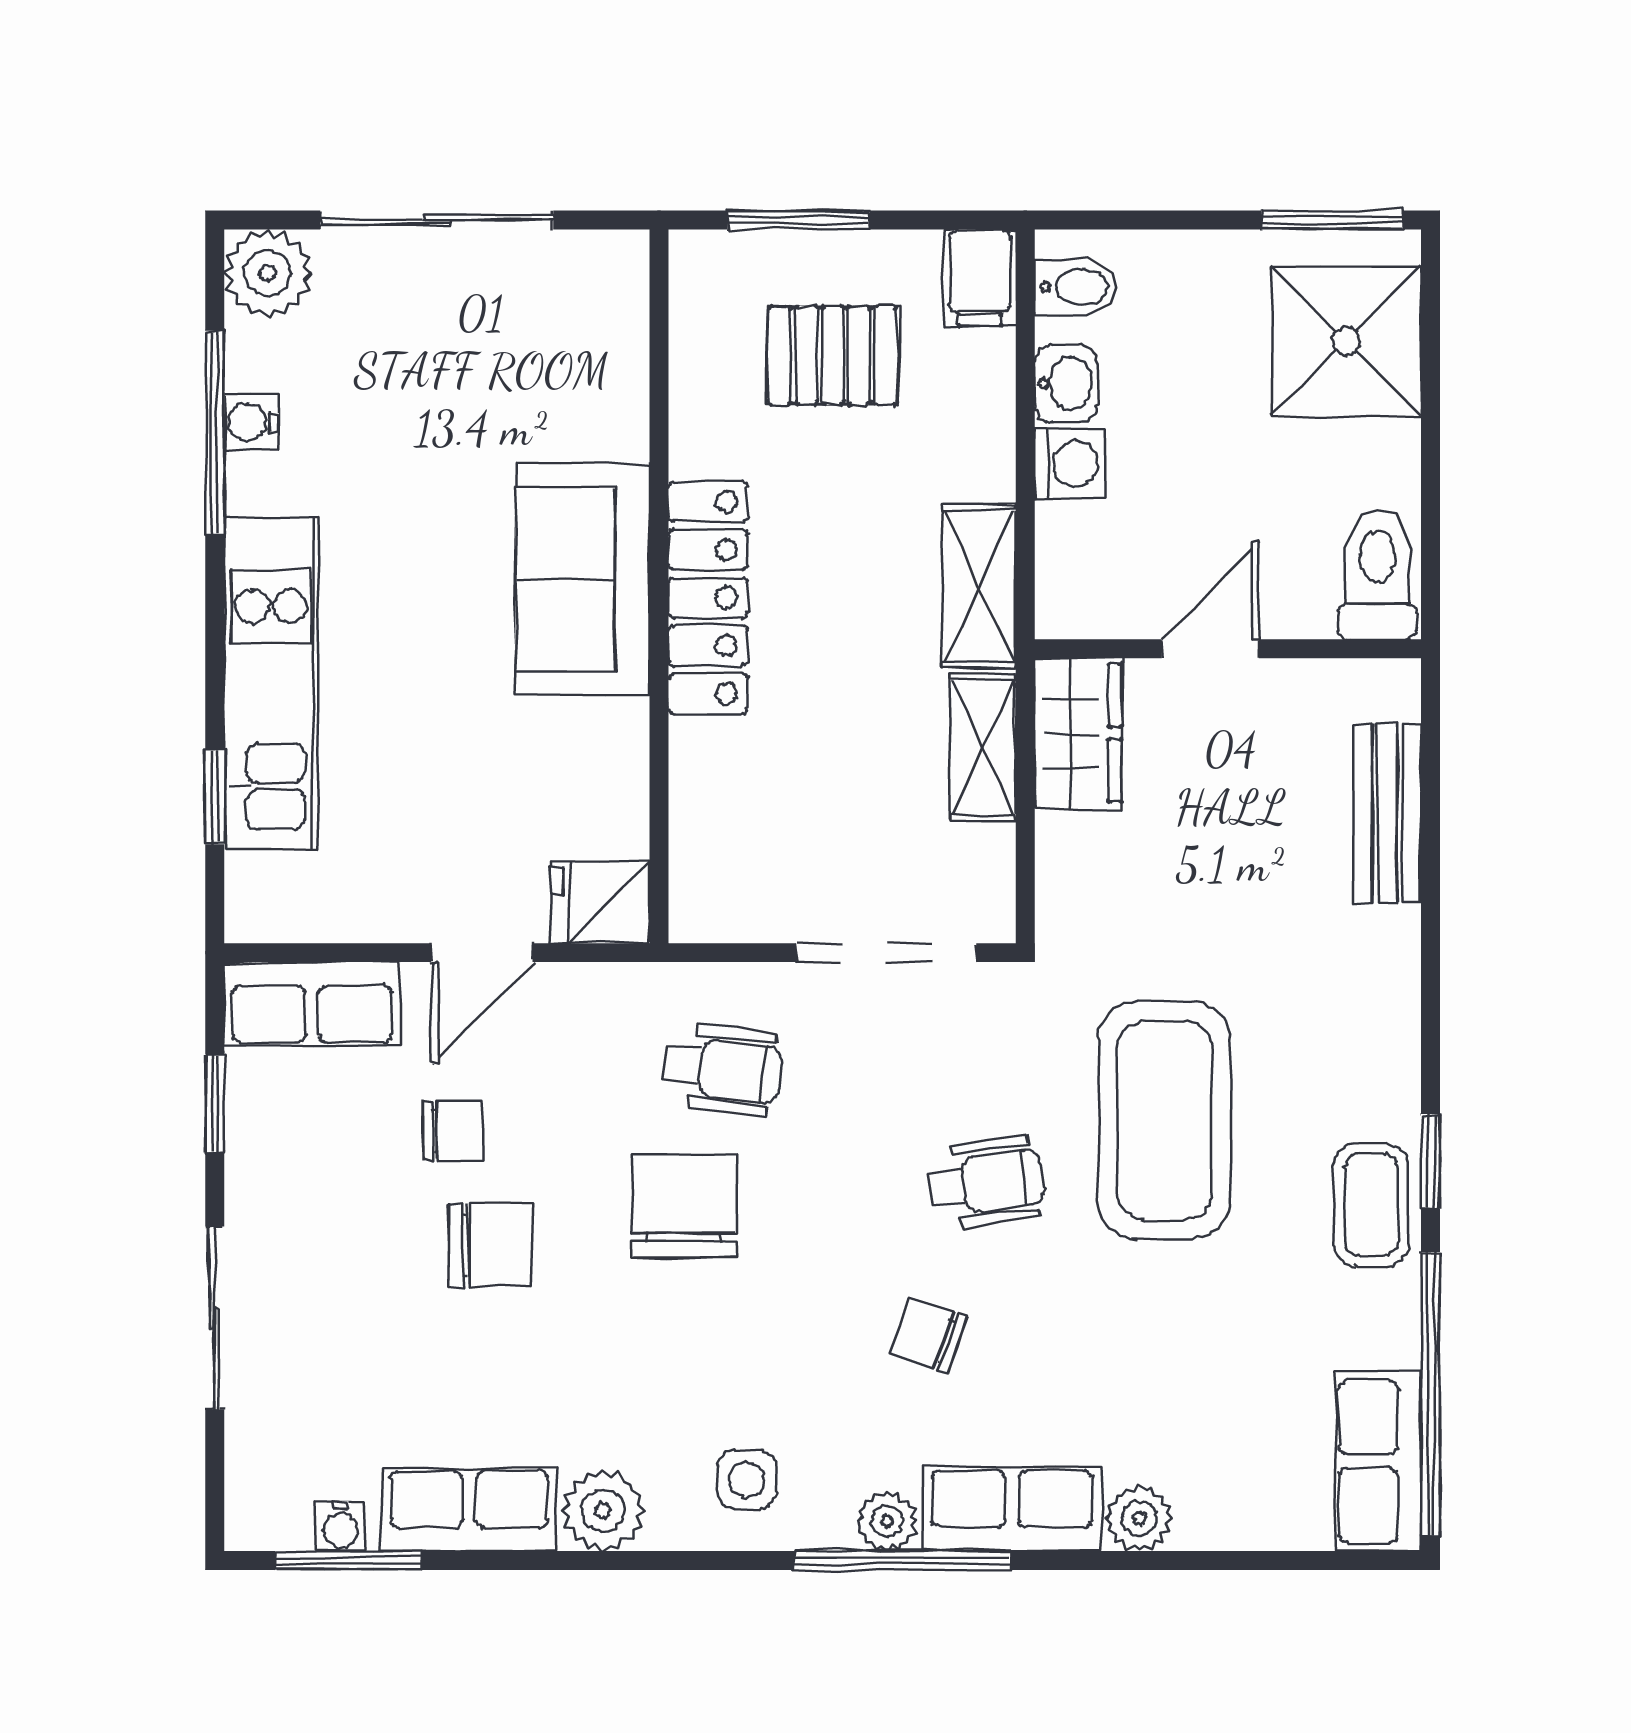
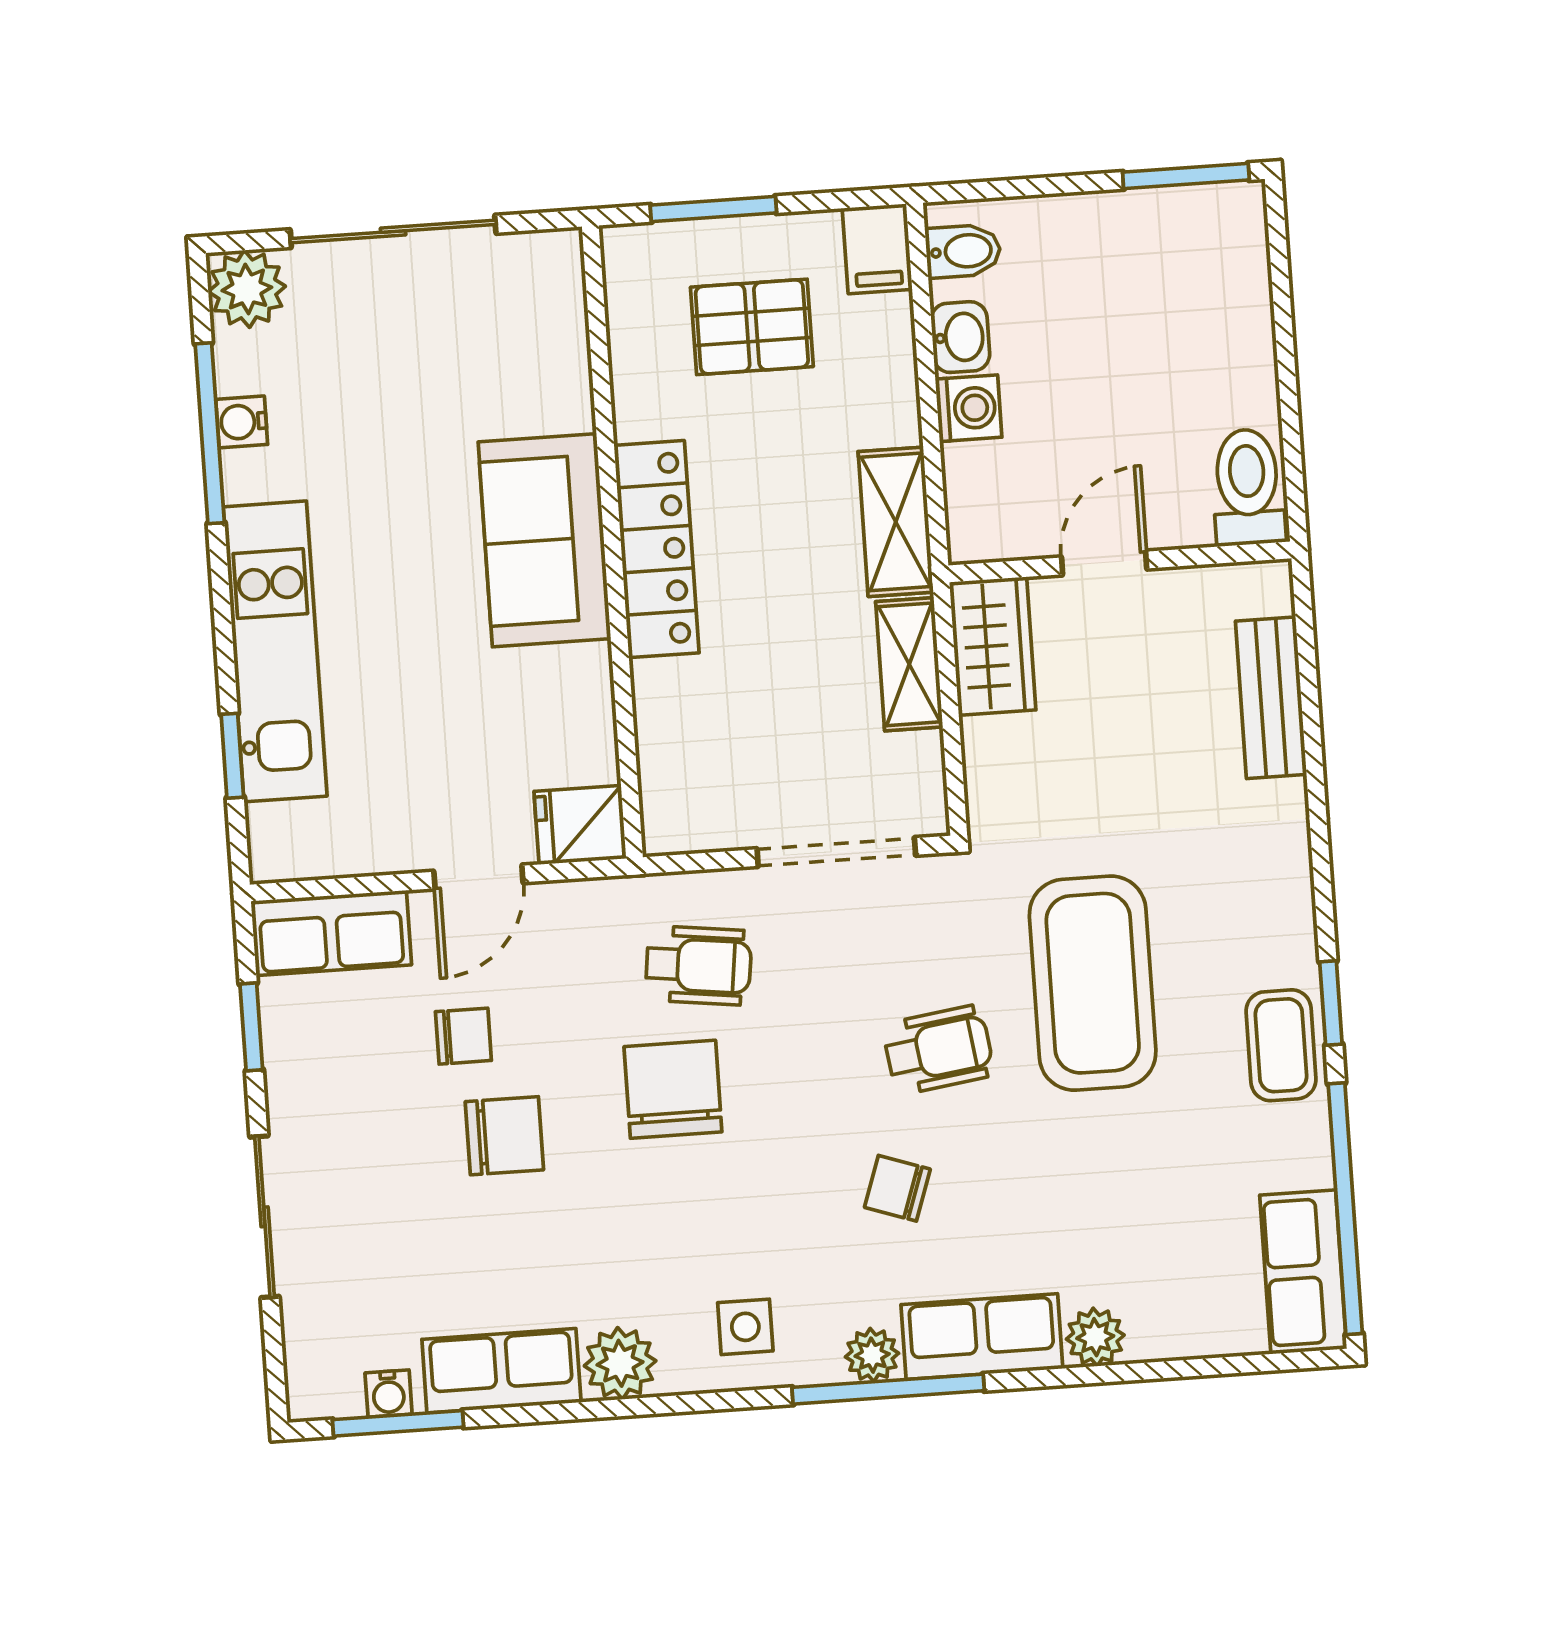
shower: (1346, 341) -> (1206, 282), removed

